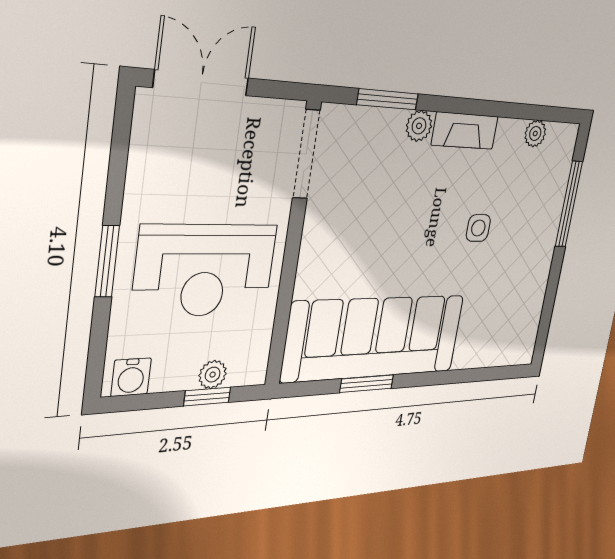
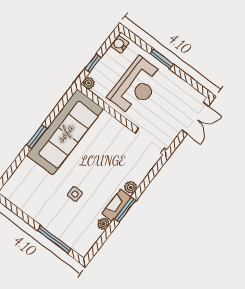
window: (388, 99) -> (125, 210), moved
plant: (535, 134) -> (103, 224), moved
reception desk: (205, 271) -> (136, 86), turned 180
plant: (213, 375) -> (89, 83), moved
window: (367, 384) -> (37, 137), moved

